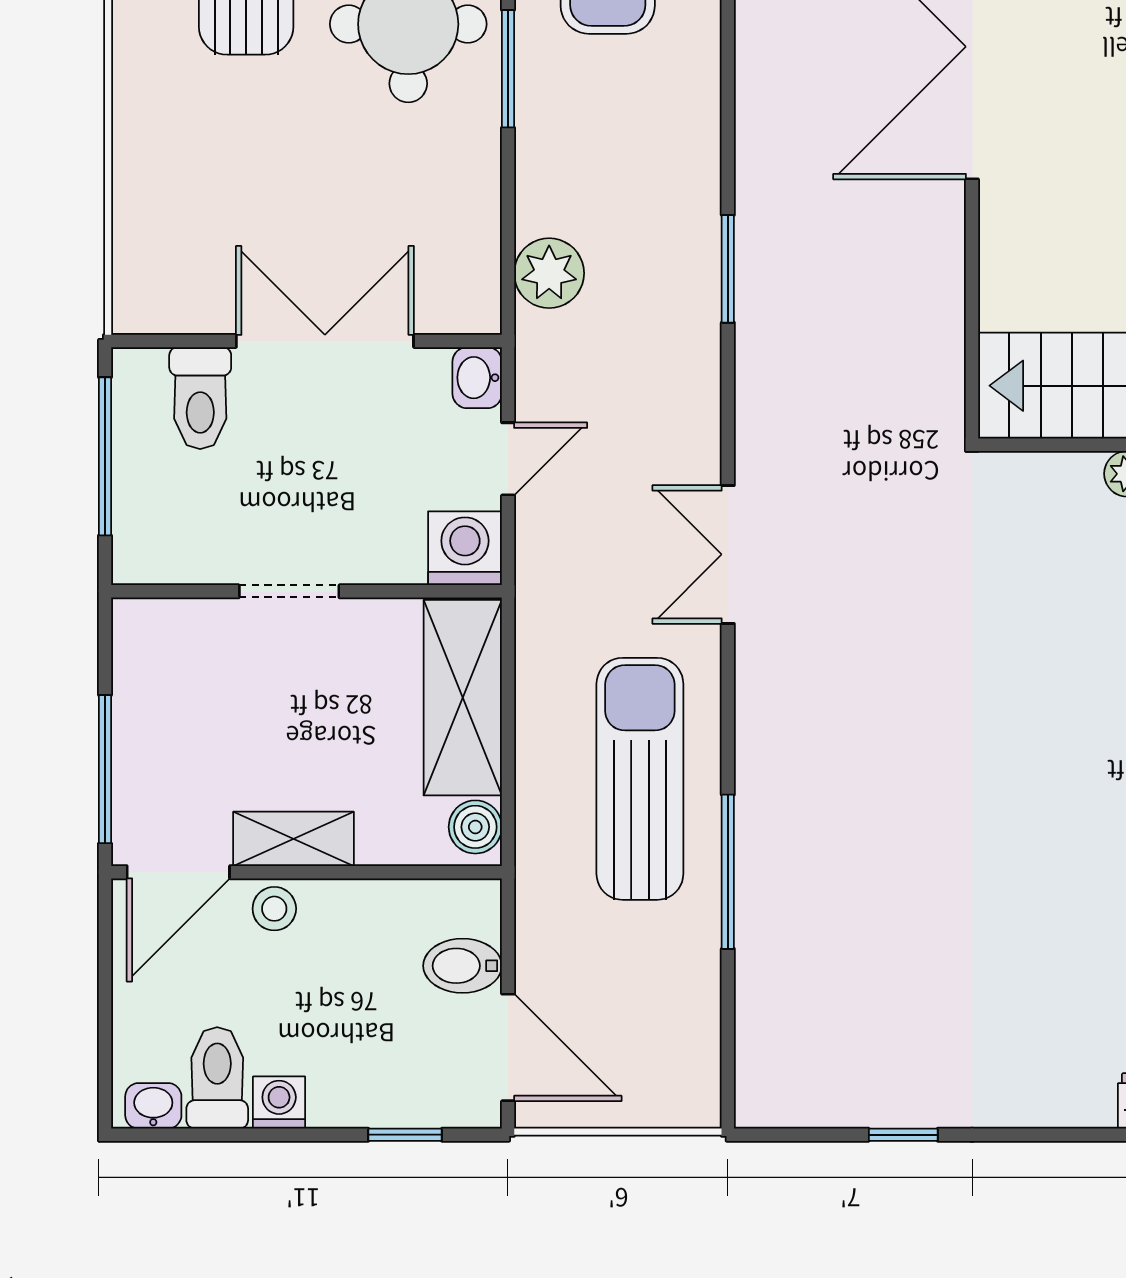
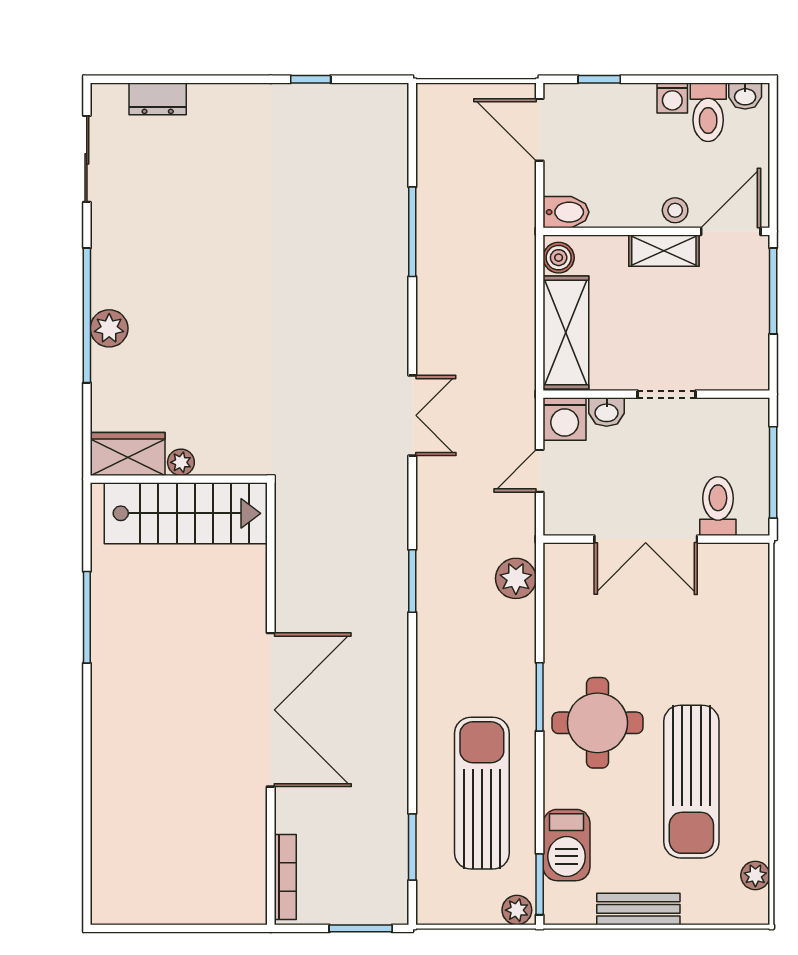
washbasin: (477, 378) -> (607, 412), moved, turned 90
sun lounger: (640, 779) -> (463, 286), removed
bidet: (463, 966) -> (566, 212), moved

